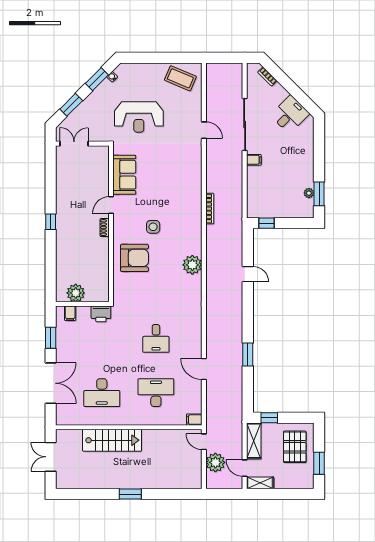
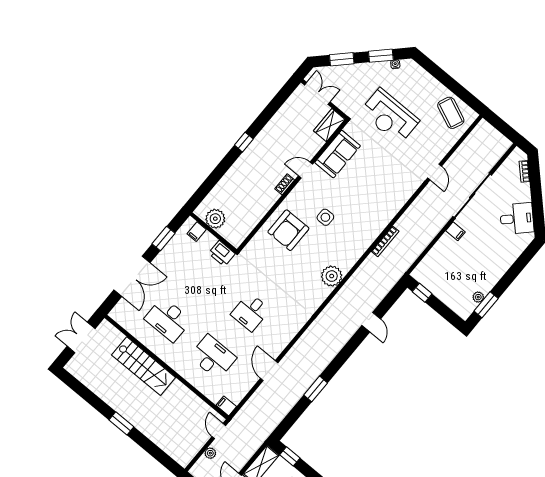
wardrobe: (101, 159) -> (329, 125), added
armchair: (134, 258) -> (288, 230), turned 90
plant: (215, 462) -> (210, 453), width x0.53, depth x0.53

